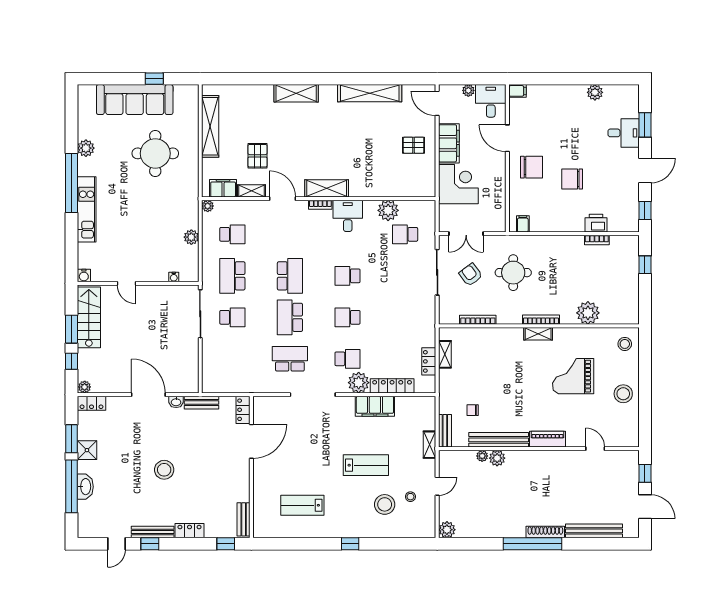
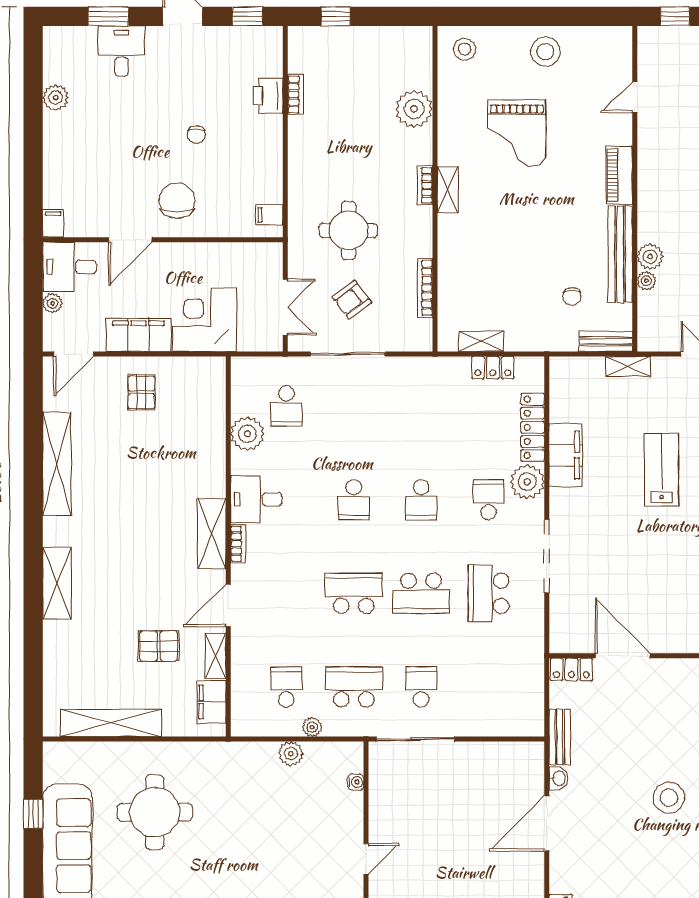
chair: (572, 179) -> (196, 135), width x0.54, depth x0.54
plant: (208, 206) -> (312, 727), moved
school desk: (232, 276) -> (354, 687), turned 180
bookcase: (541, 320) -> (425, 185), width x0.64

